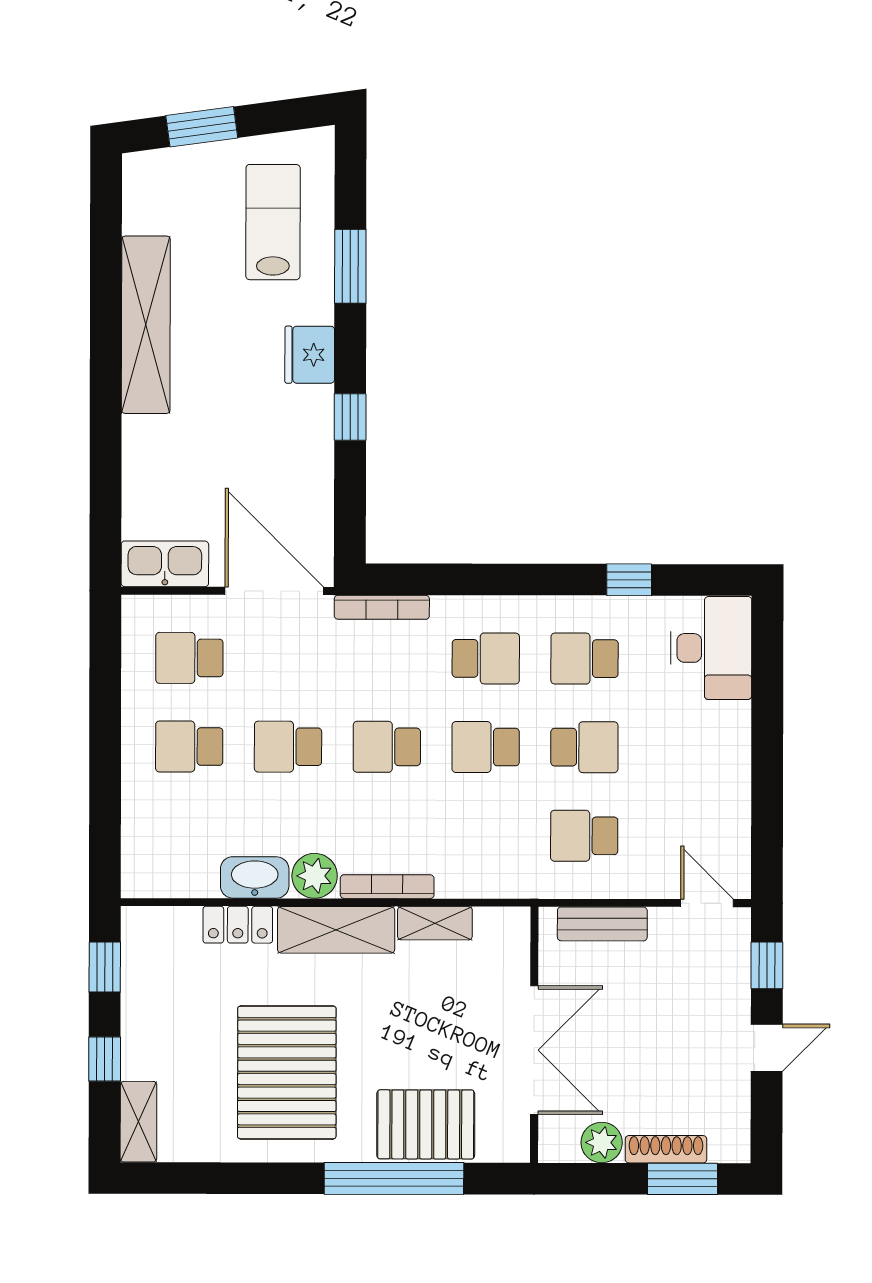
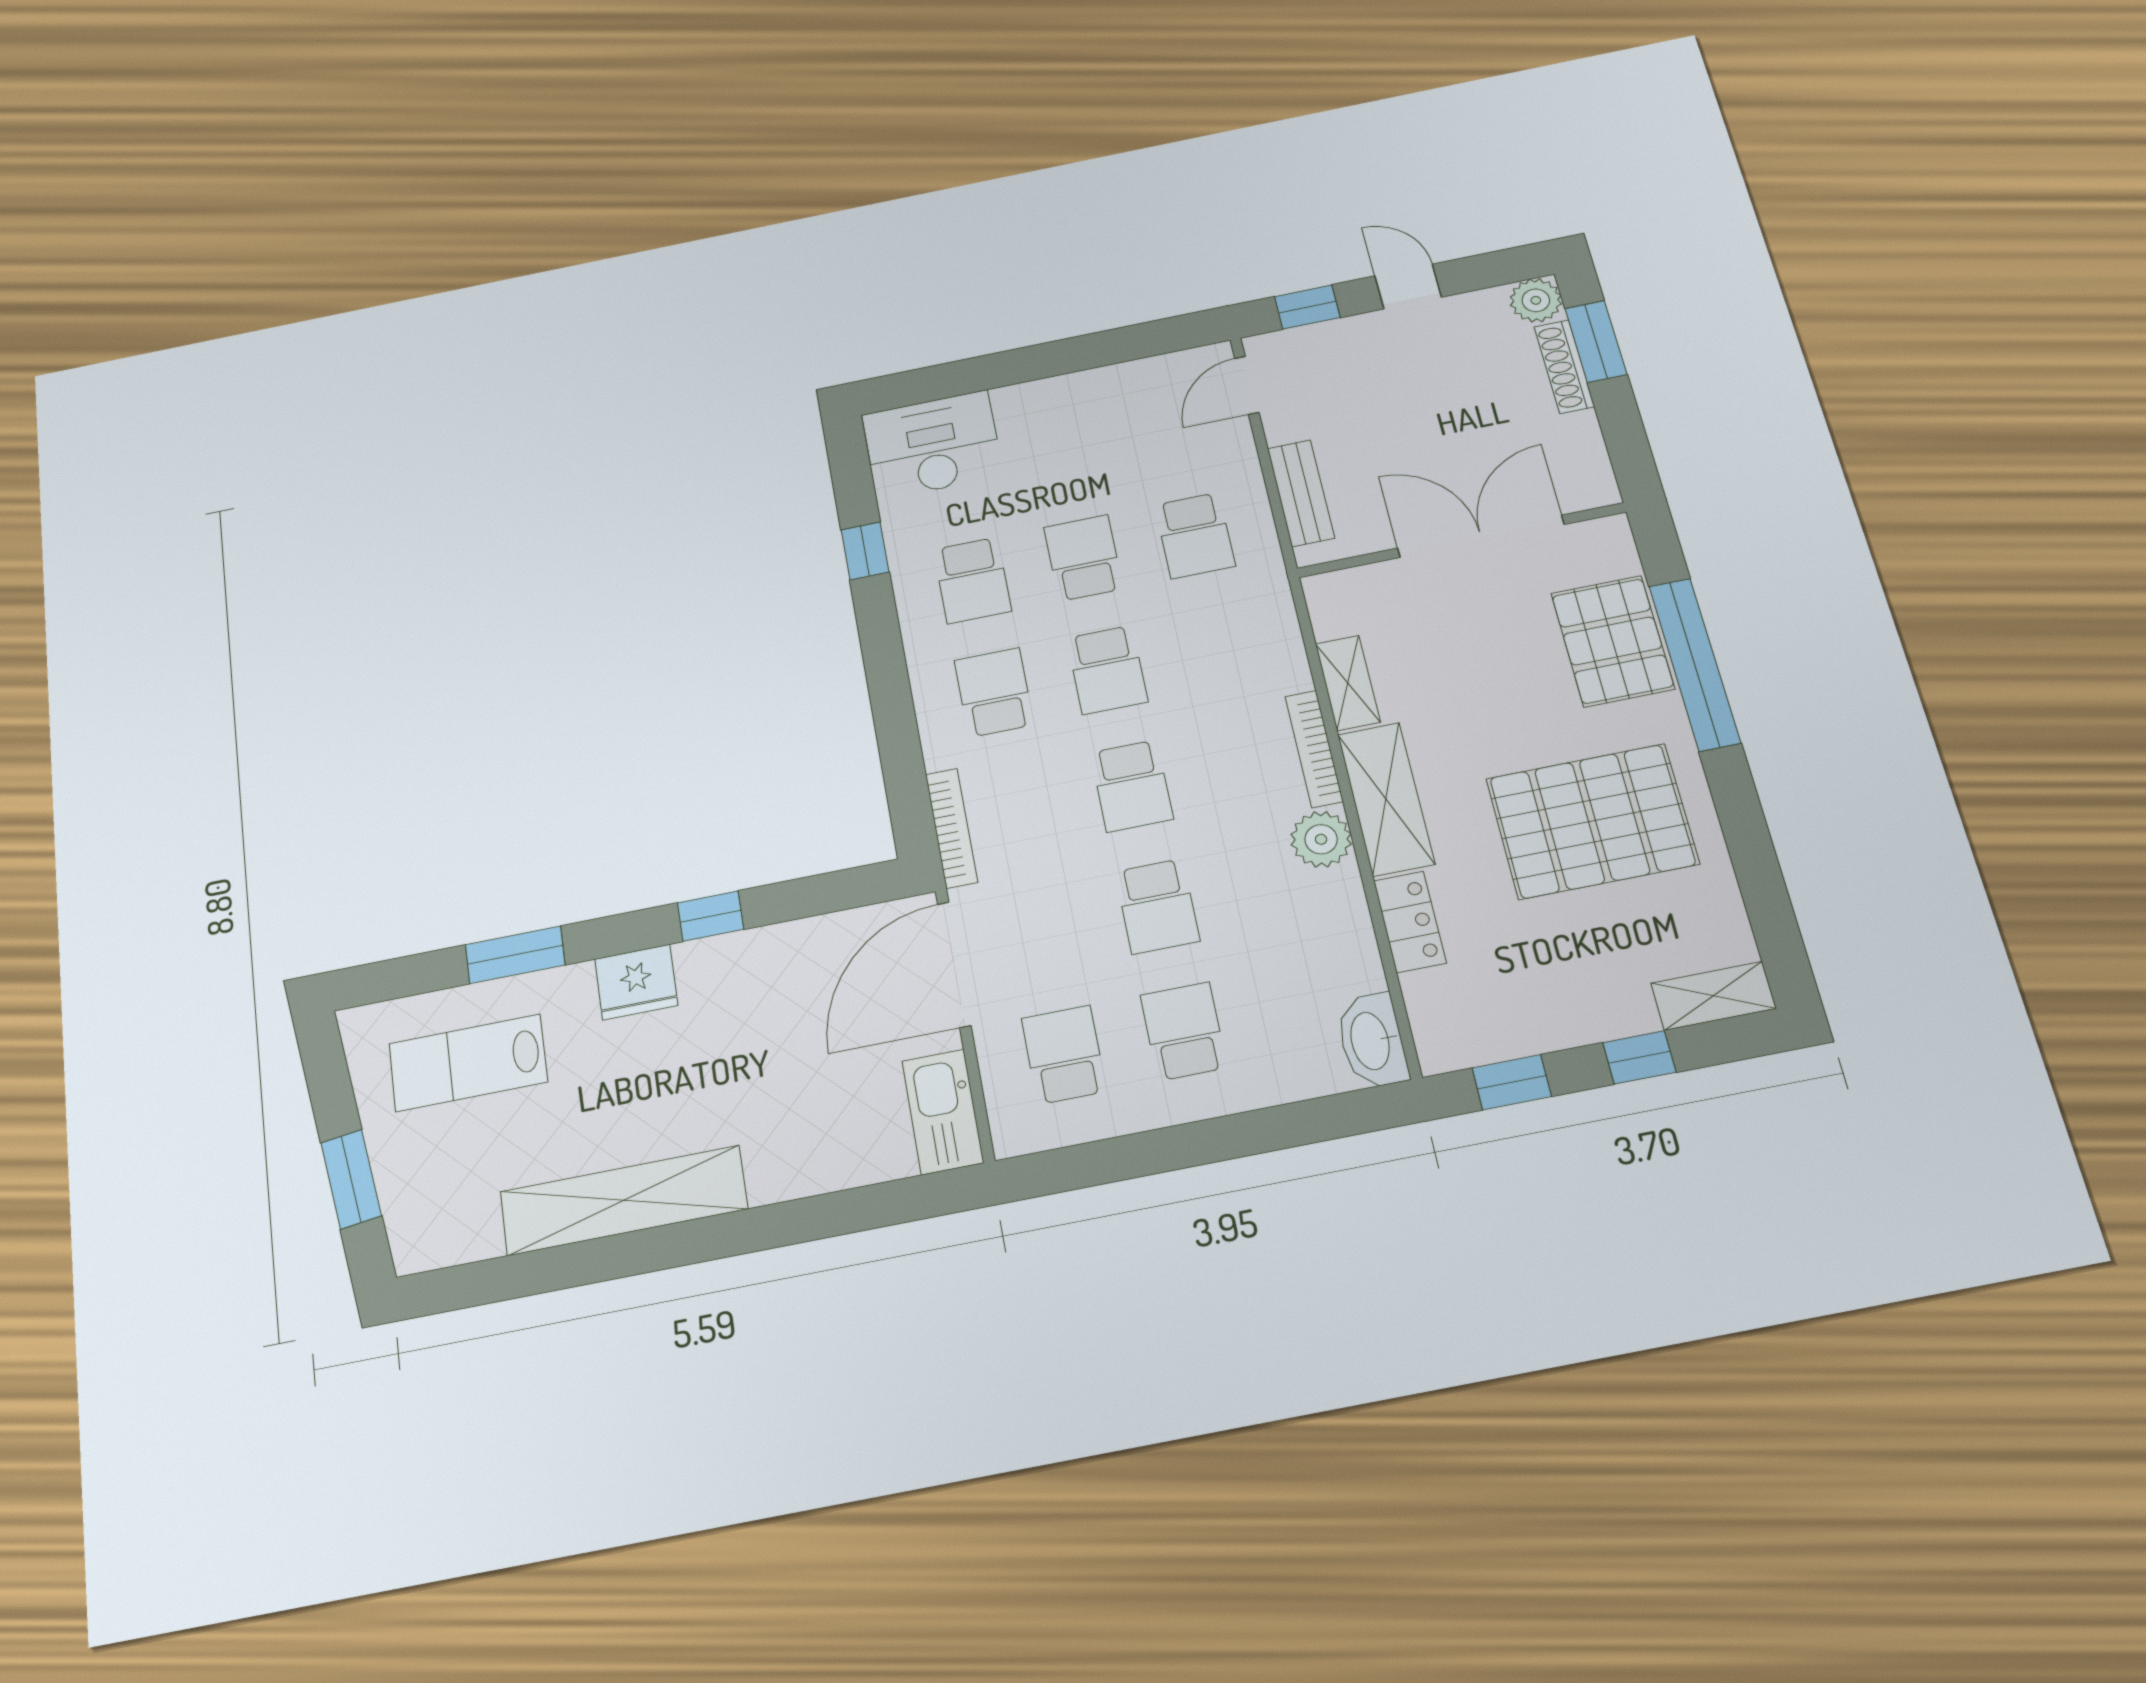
school desk: (189, 658) -> (1064, 1055), turned 180
school desk: (189, 746) -> (1184, 1031), turned 180
washbasin: (255, 877) -> (1372, 1041), moved
plant: (602, 1143) -> (1536, 300), moved

